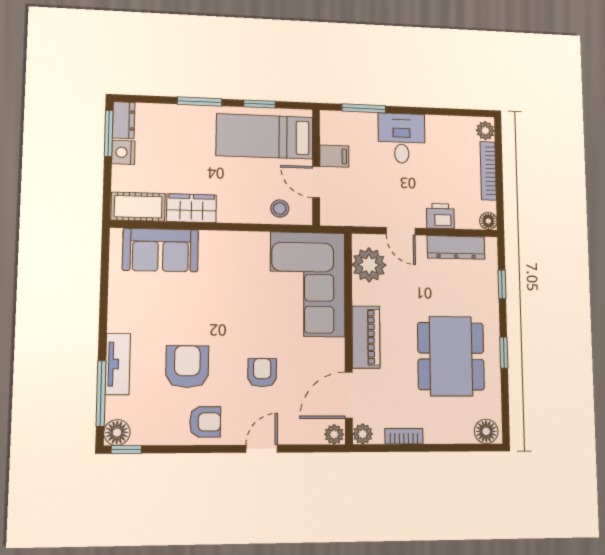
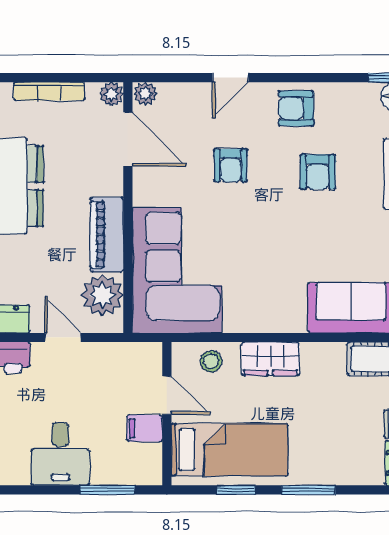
wardrobe: (191, 208) -> (270, 359), moved
piano: (366, 337) -> (107, 235), moved
armchair: (187, 367) -> (318, 172), width x0.72, depth x0.72
door: (349, 395) -> (128, 139), hinge flipped
bookcase: (404, 436) -> (49, 91), width x1.56

